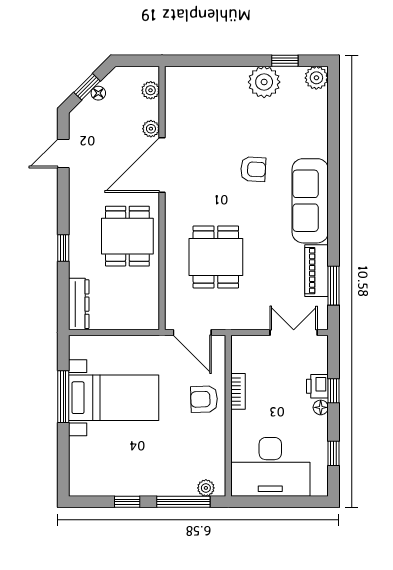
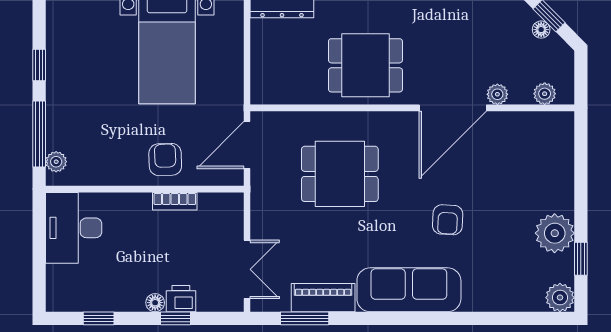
door: (162, 165) -> (453, 108), swing flipped
desk: (270, 467) -> (74, 228), width x0.73, depth x0.77

